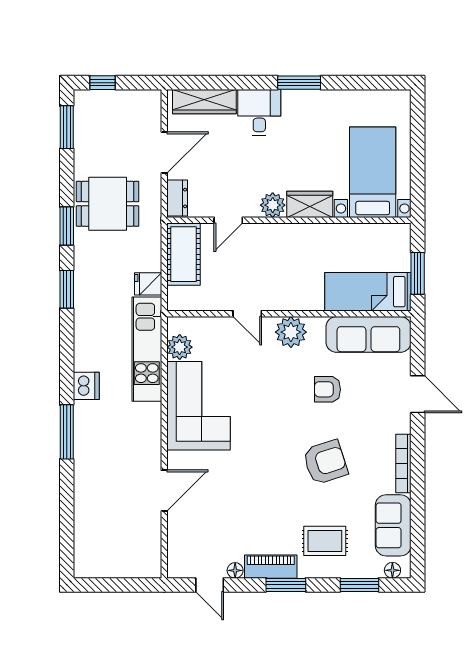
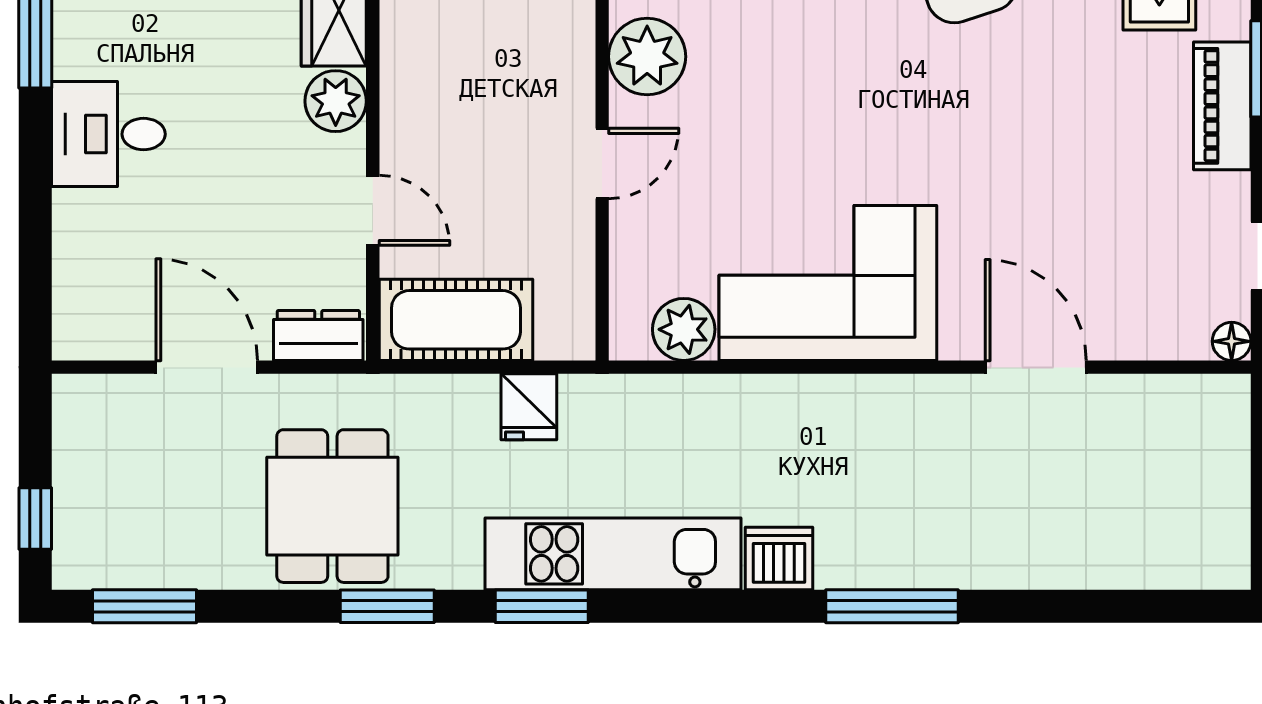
wardrobe: (204, 102) -> (82, 269), removed
kitchen unit: (147, 349) -> (613, 554), moved, turned 180
floor lamp: (235, 570) -> (1232, 341), moved

